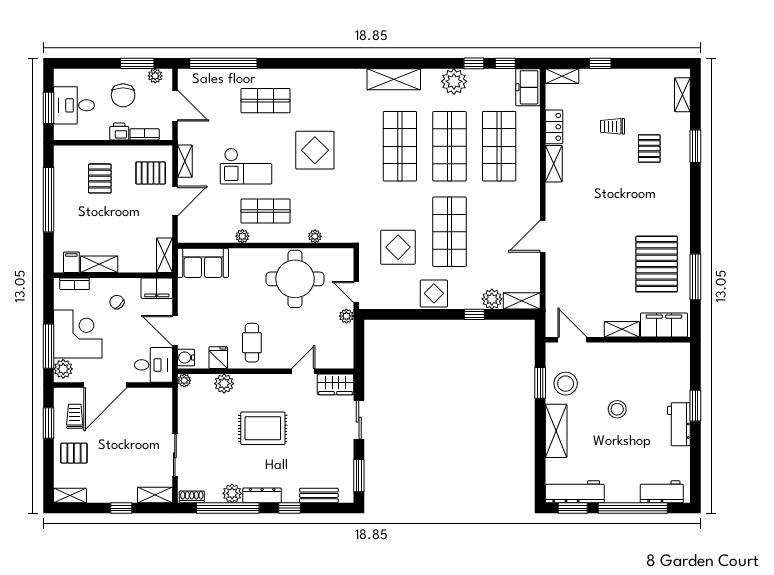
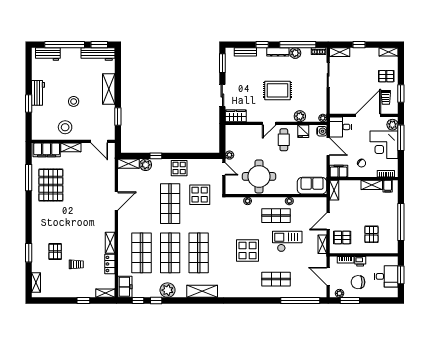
chair: (123, 95) -> (358, 282), turned -90
door: (303, 371) -> (269, 123), moved
stool: (566, 384) -> (65, 127), moved

